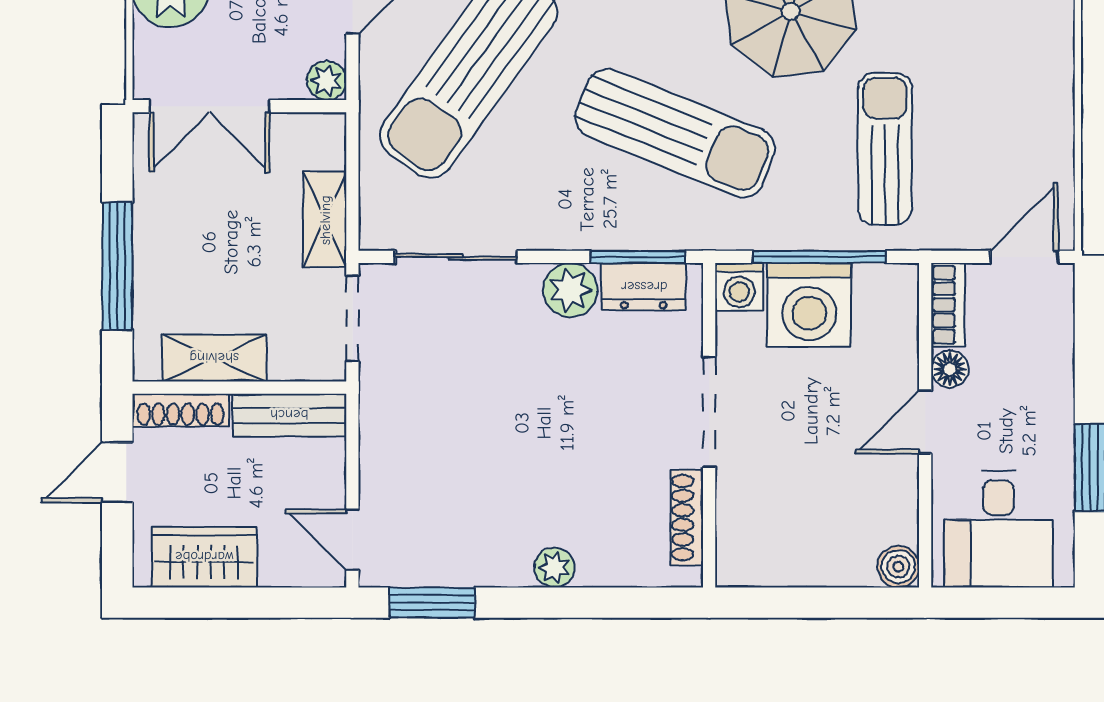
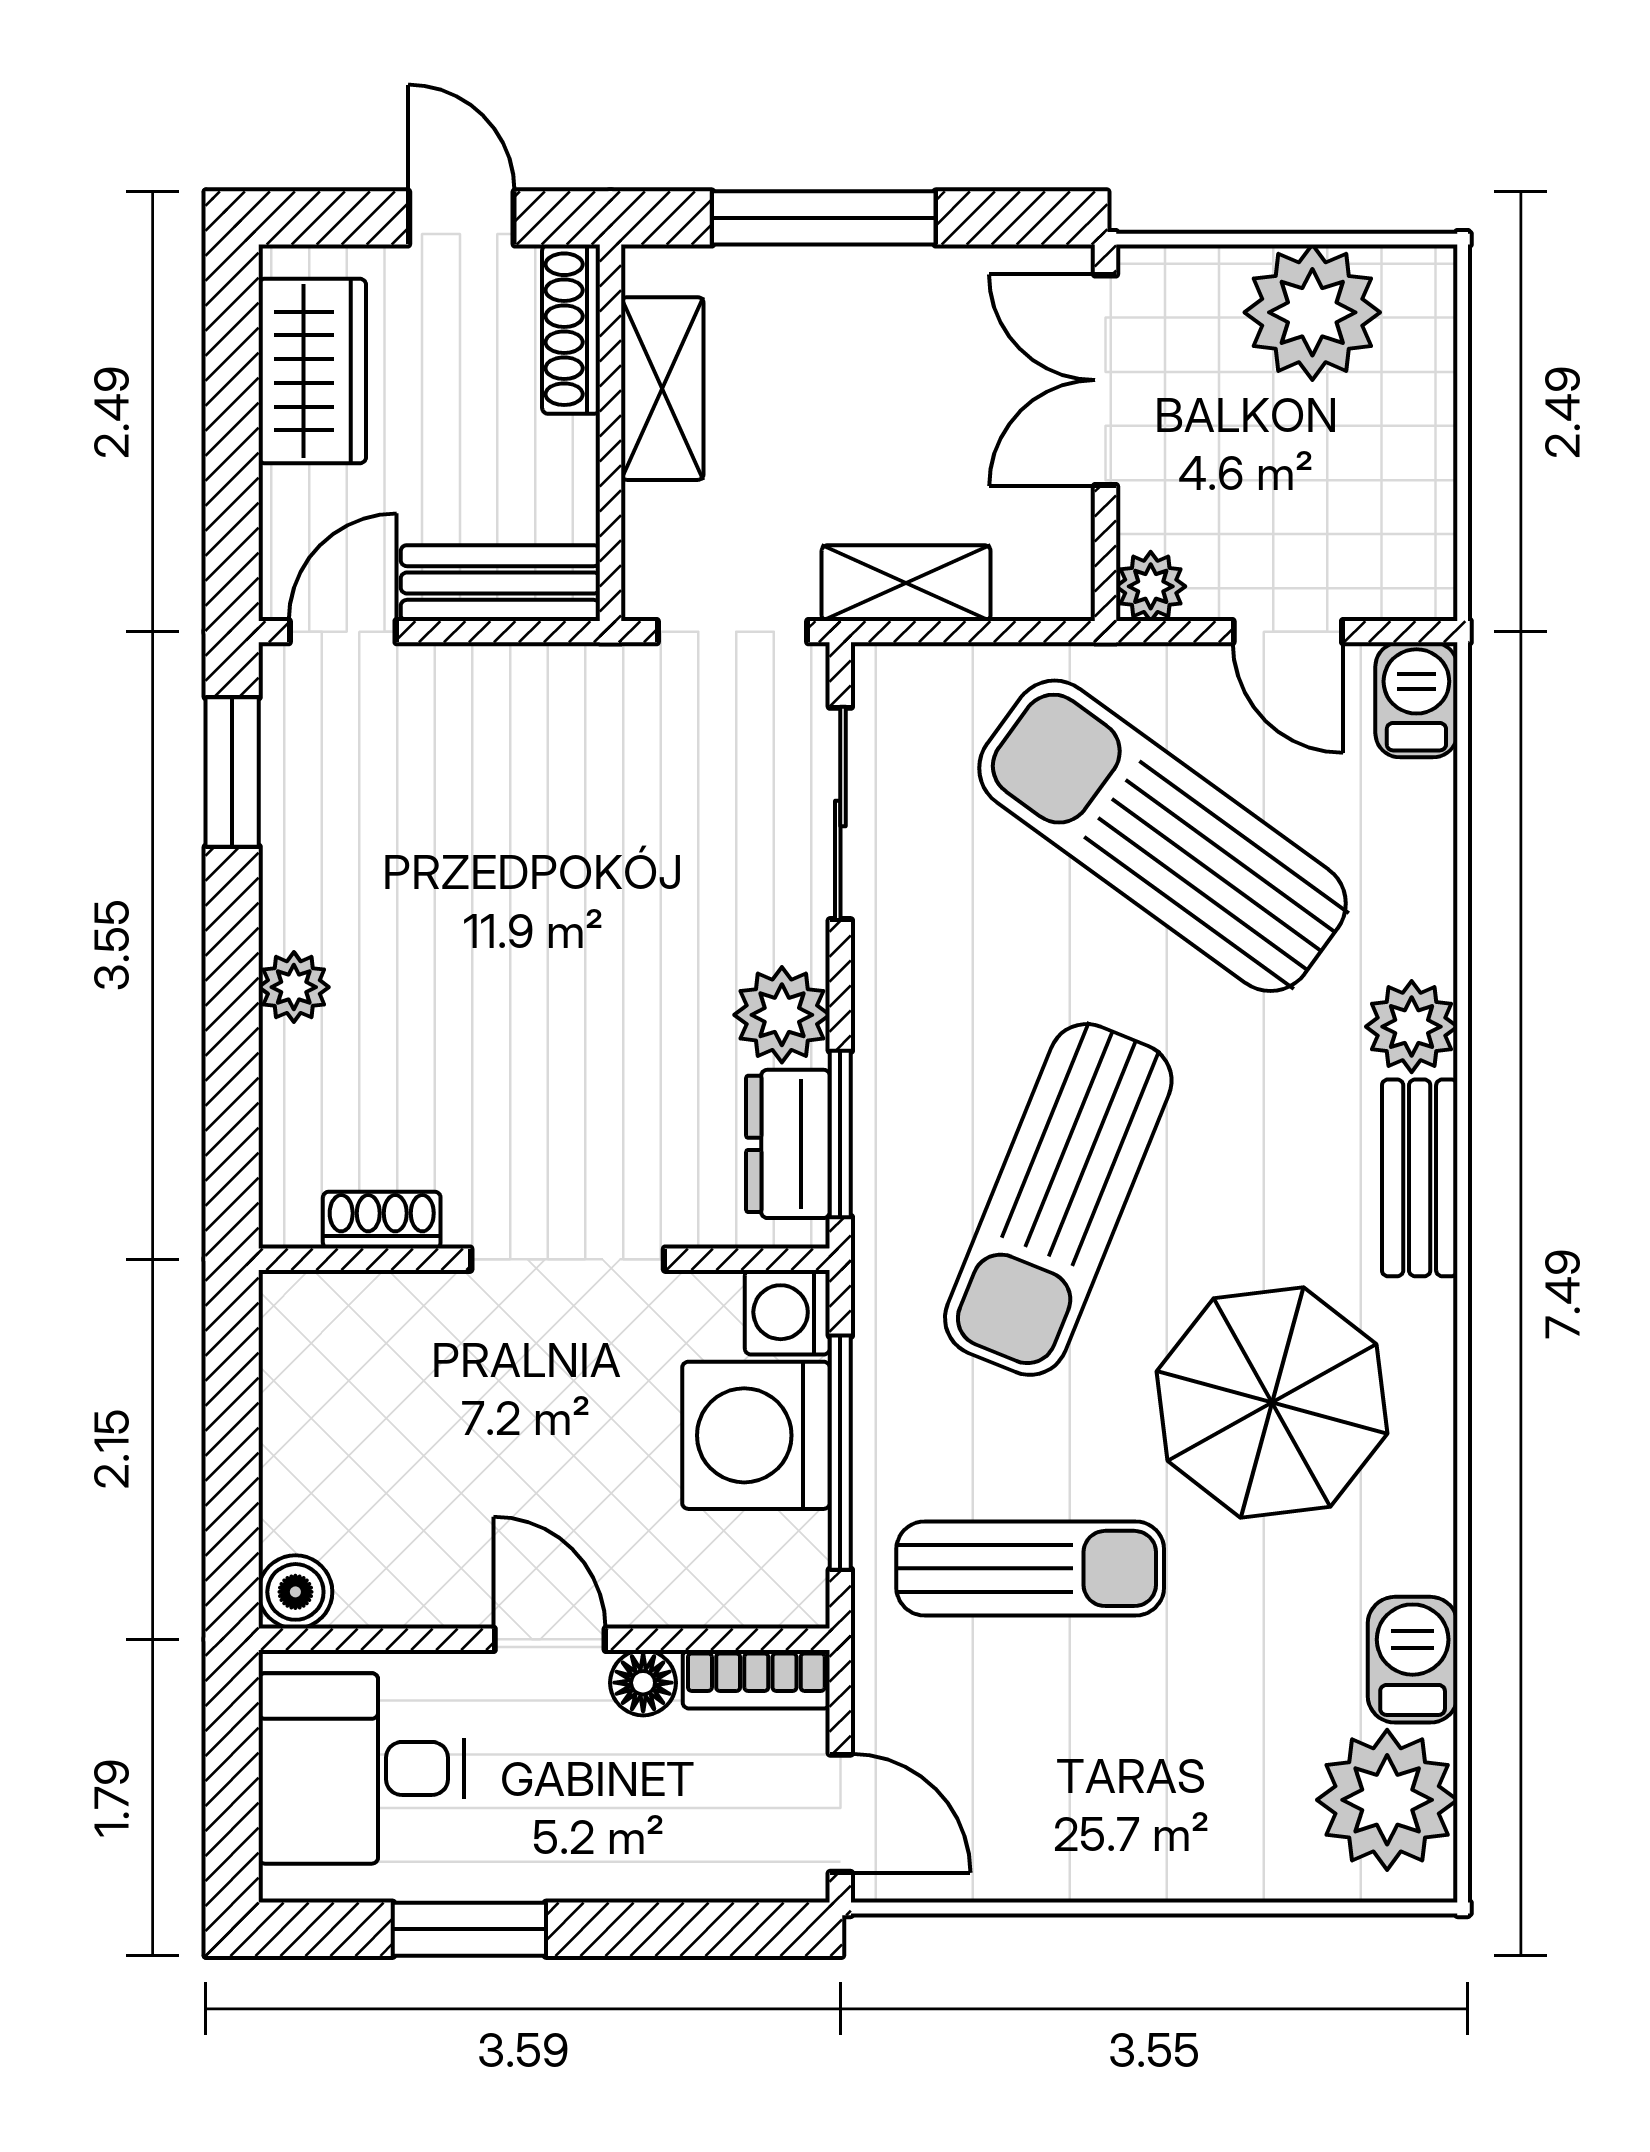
bench: (289, 415) -> (500, 583), moved, turned 90
shoe rack: (687, 518) -> (382, 1220), width x0.70

